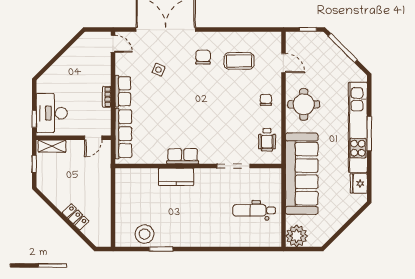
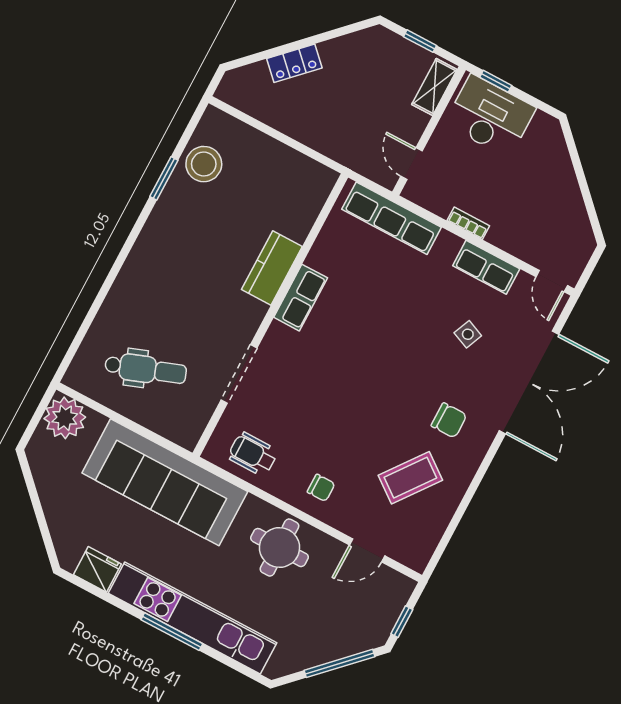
door: (113, 44) -> (552, 281), hinge flipped
coffee table: (239, 61) -> (410, 478), turned 37
row of seats: (123, 91) -> (486, 267), moved
dental chair: (254, 210) -> (146, 369), turned 70

